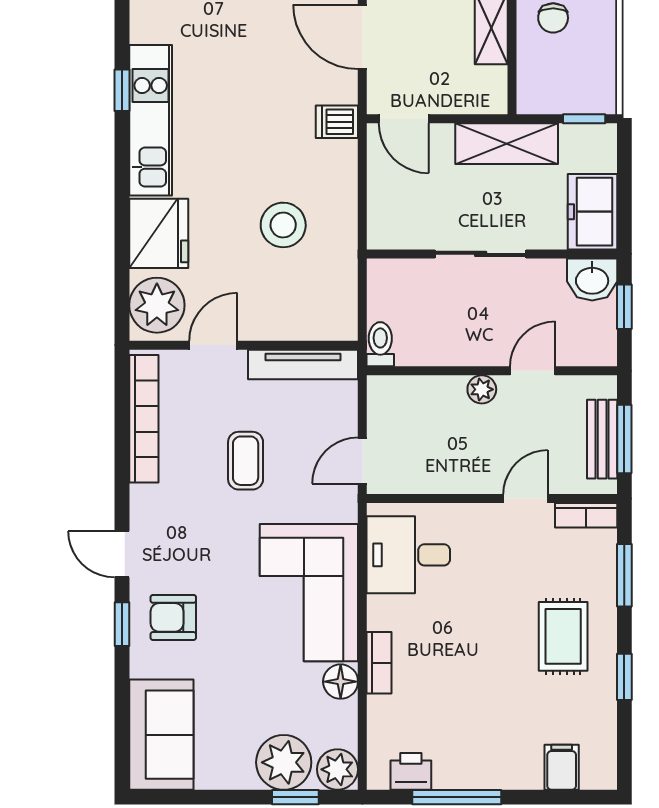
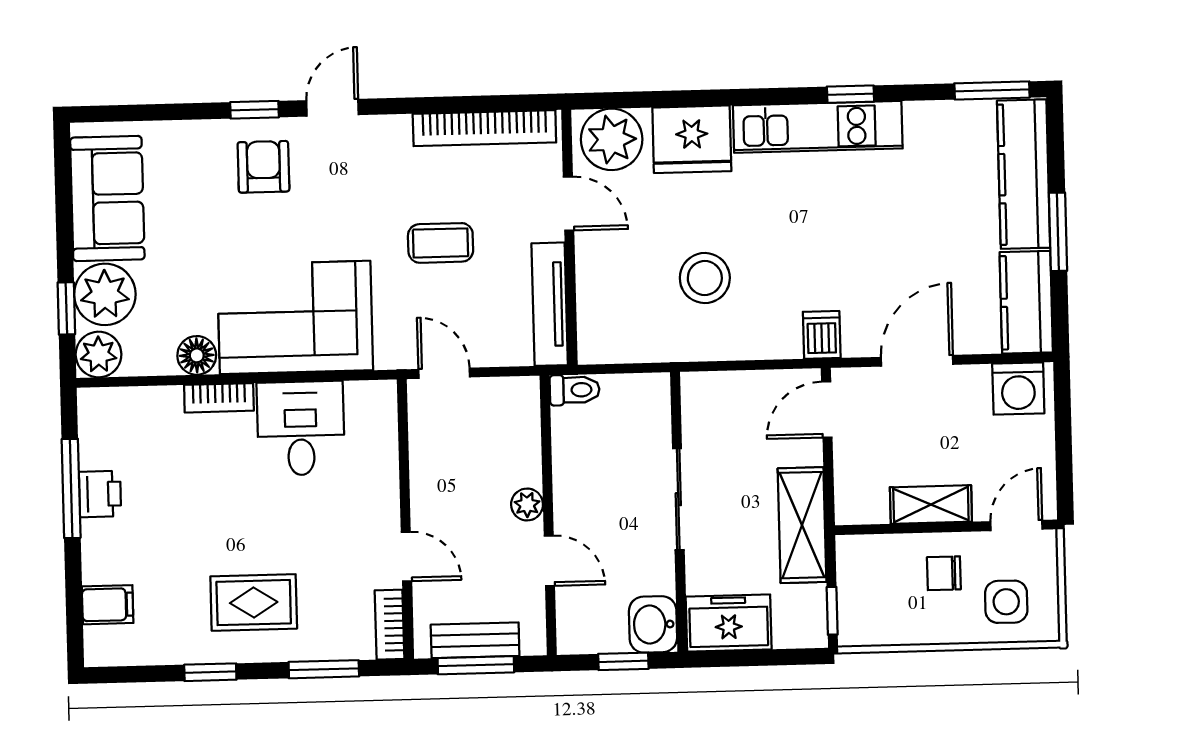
desk: (408, 555) -> (301, 428), moved
sofa: (161, 735) -> (107, 198), moved, turned -90
printer: (411, 771) -> (100, 494), moved

